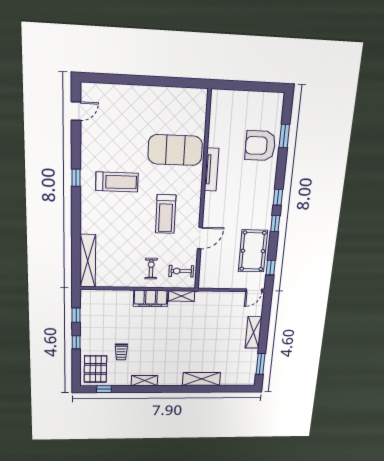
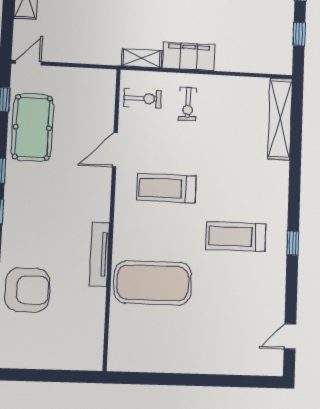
treadmill: (166, 214) -> (166, 188), turned -90

